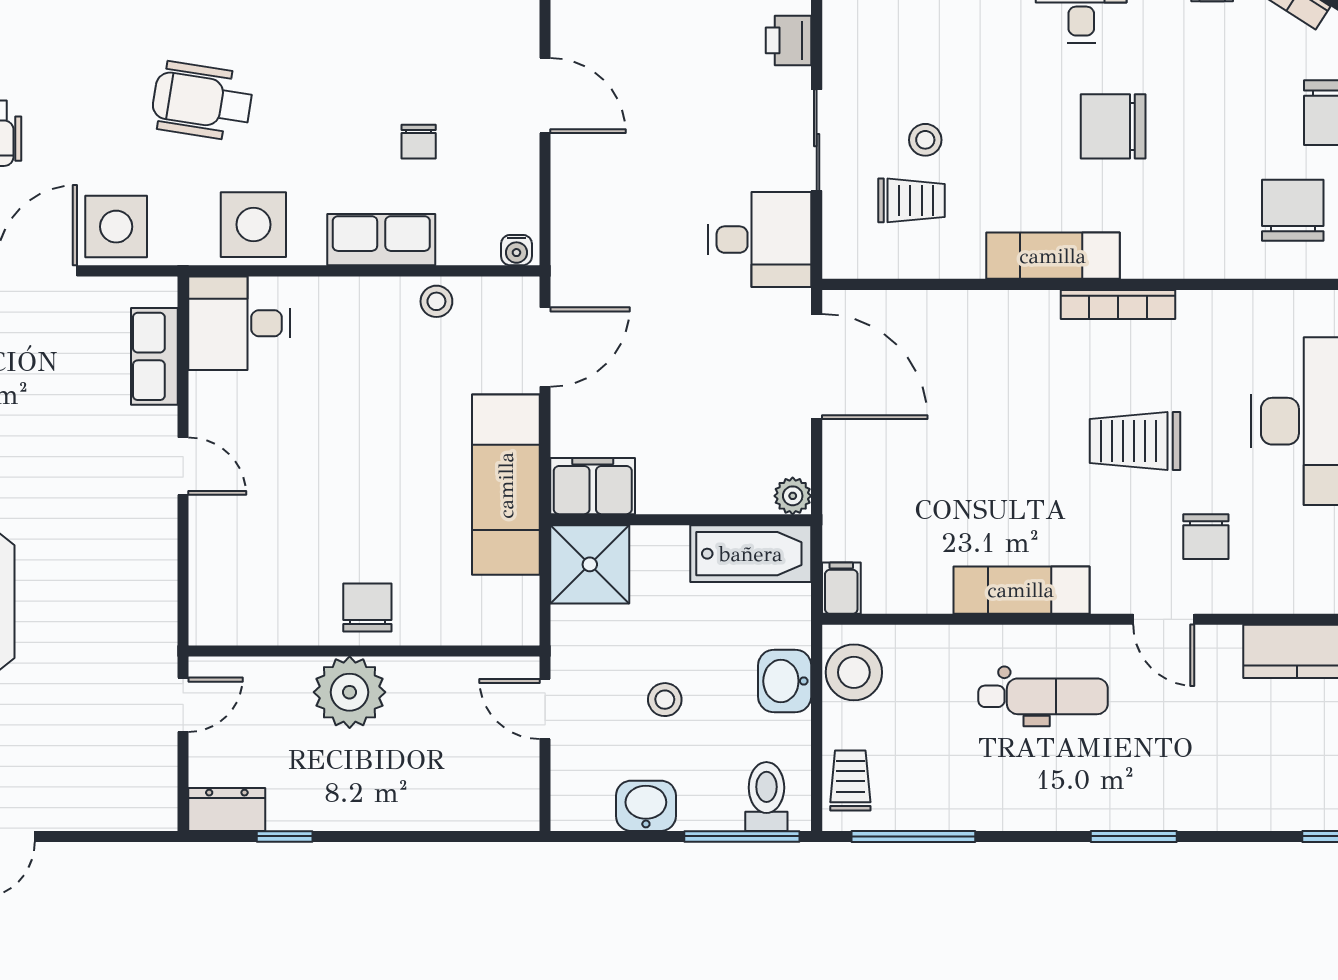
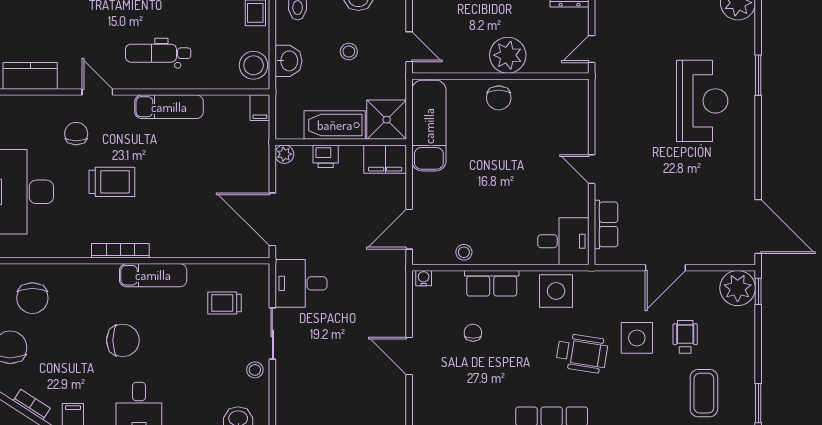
printer: (789, 40) -> (326, 156), moved, turned 90
stool: (925, 140) -> (255, 370), moved
side table: (116, 227) -> (637, 338), moved
exam couch: (506, 485) -> (429, 126), moved
bathtub: (751, 554) -> (335, 125), moved

